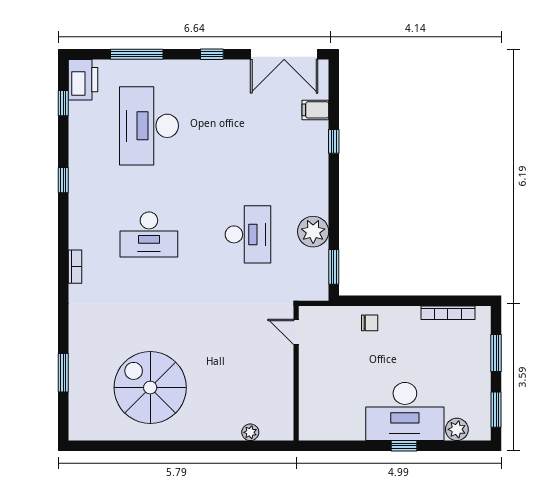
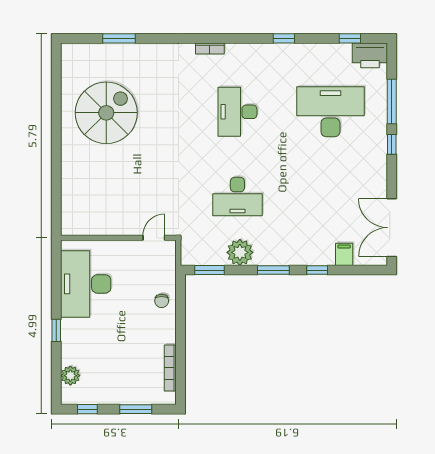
window: (212, 54) -> (392, 144), moved
window: (334, 192) -> (273, 270), added
window: (496, 410) -> (87, 409), width x0.67
desk: (405, 412) -> (86, 284), moved
plant: (250, 432) -> (68, 199), removed

